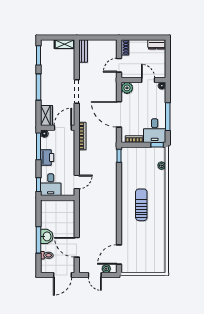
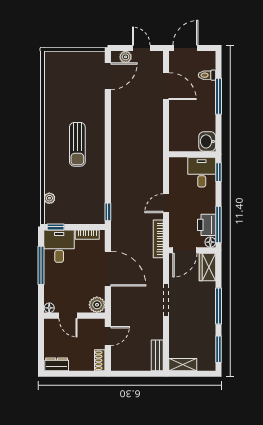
printer: (47, 158) -> (207, 225), moved
door: (77, 182) -> (166, 203), moved
washbasin: (47, 236) -> (207, 141), moved

